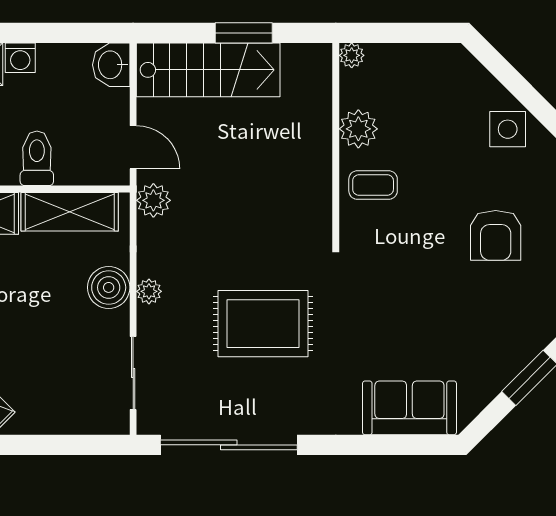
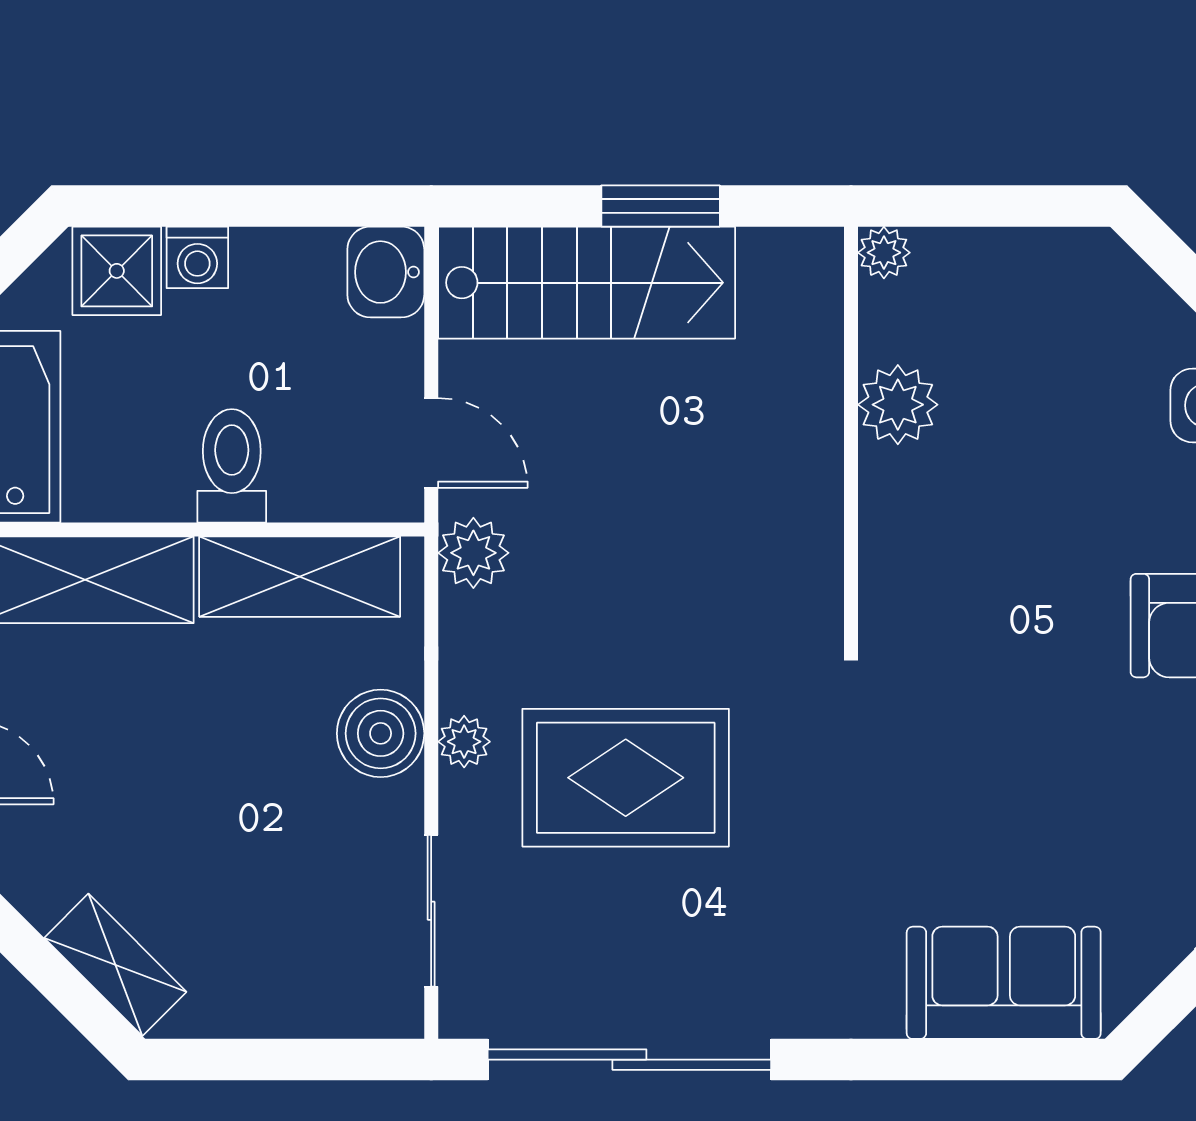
coffee table: (373, 185) -> (928, 521), removed
rug: (263, 324) -> (626, 778), moved

